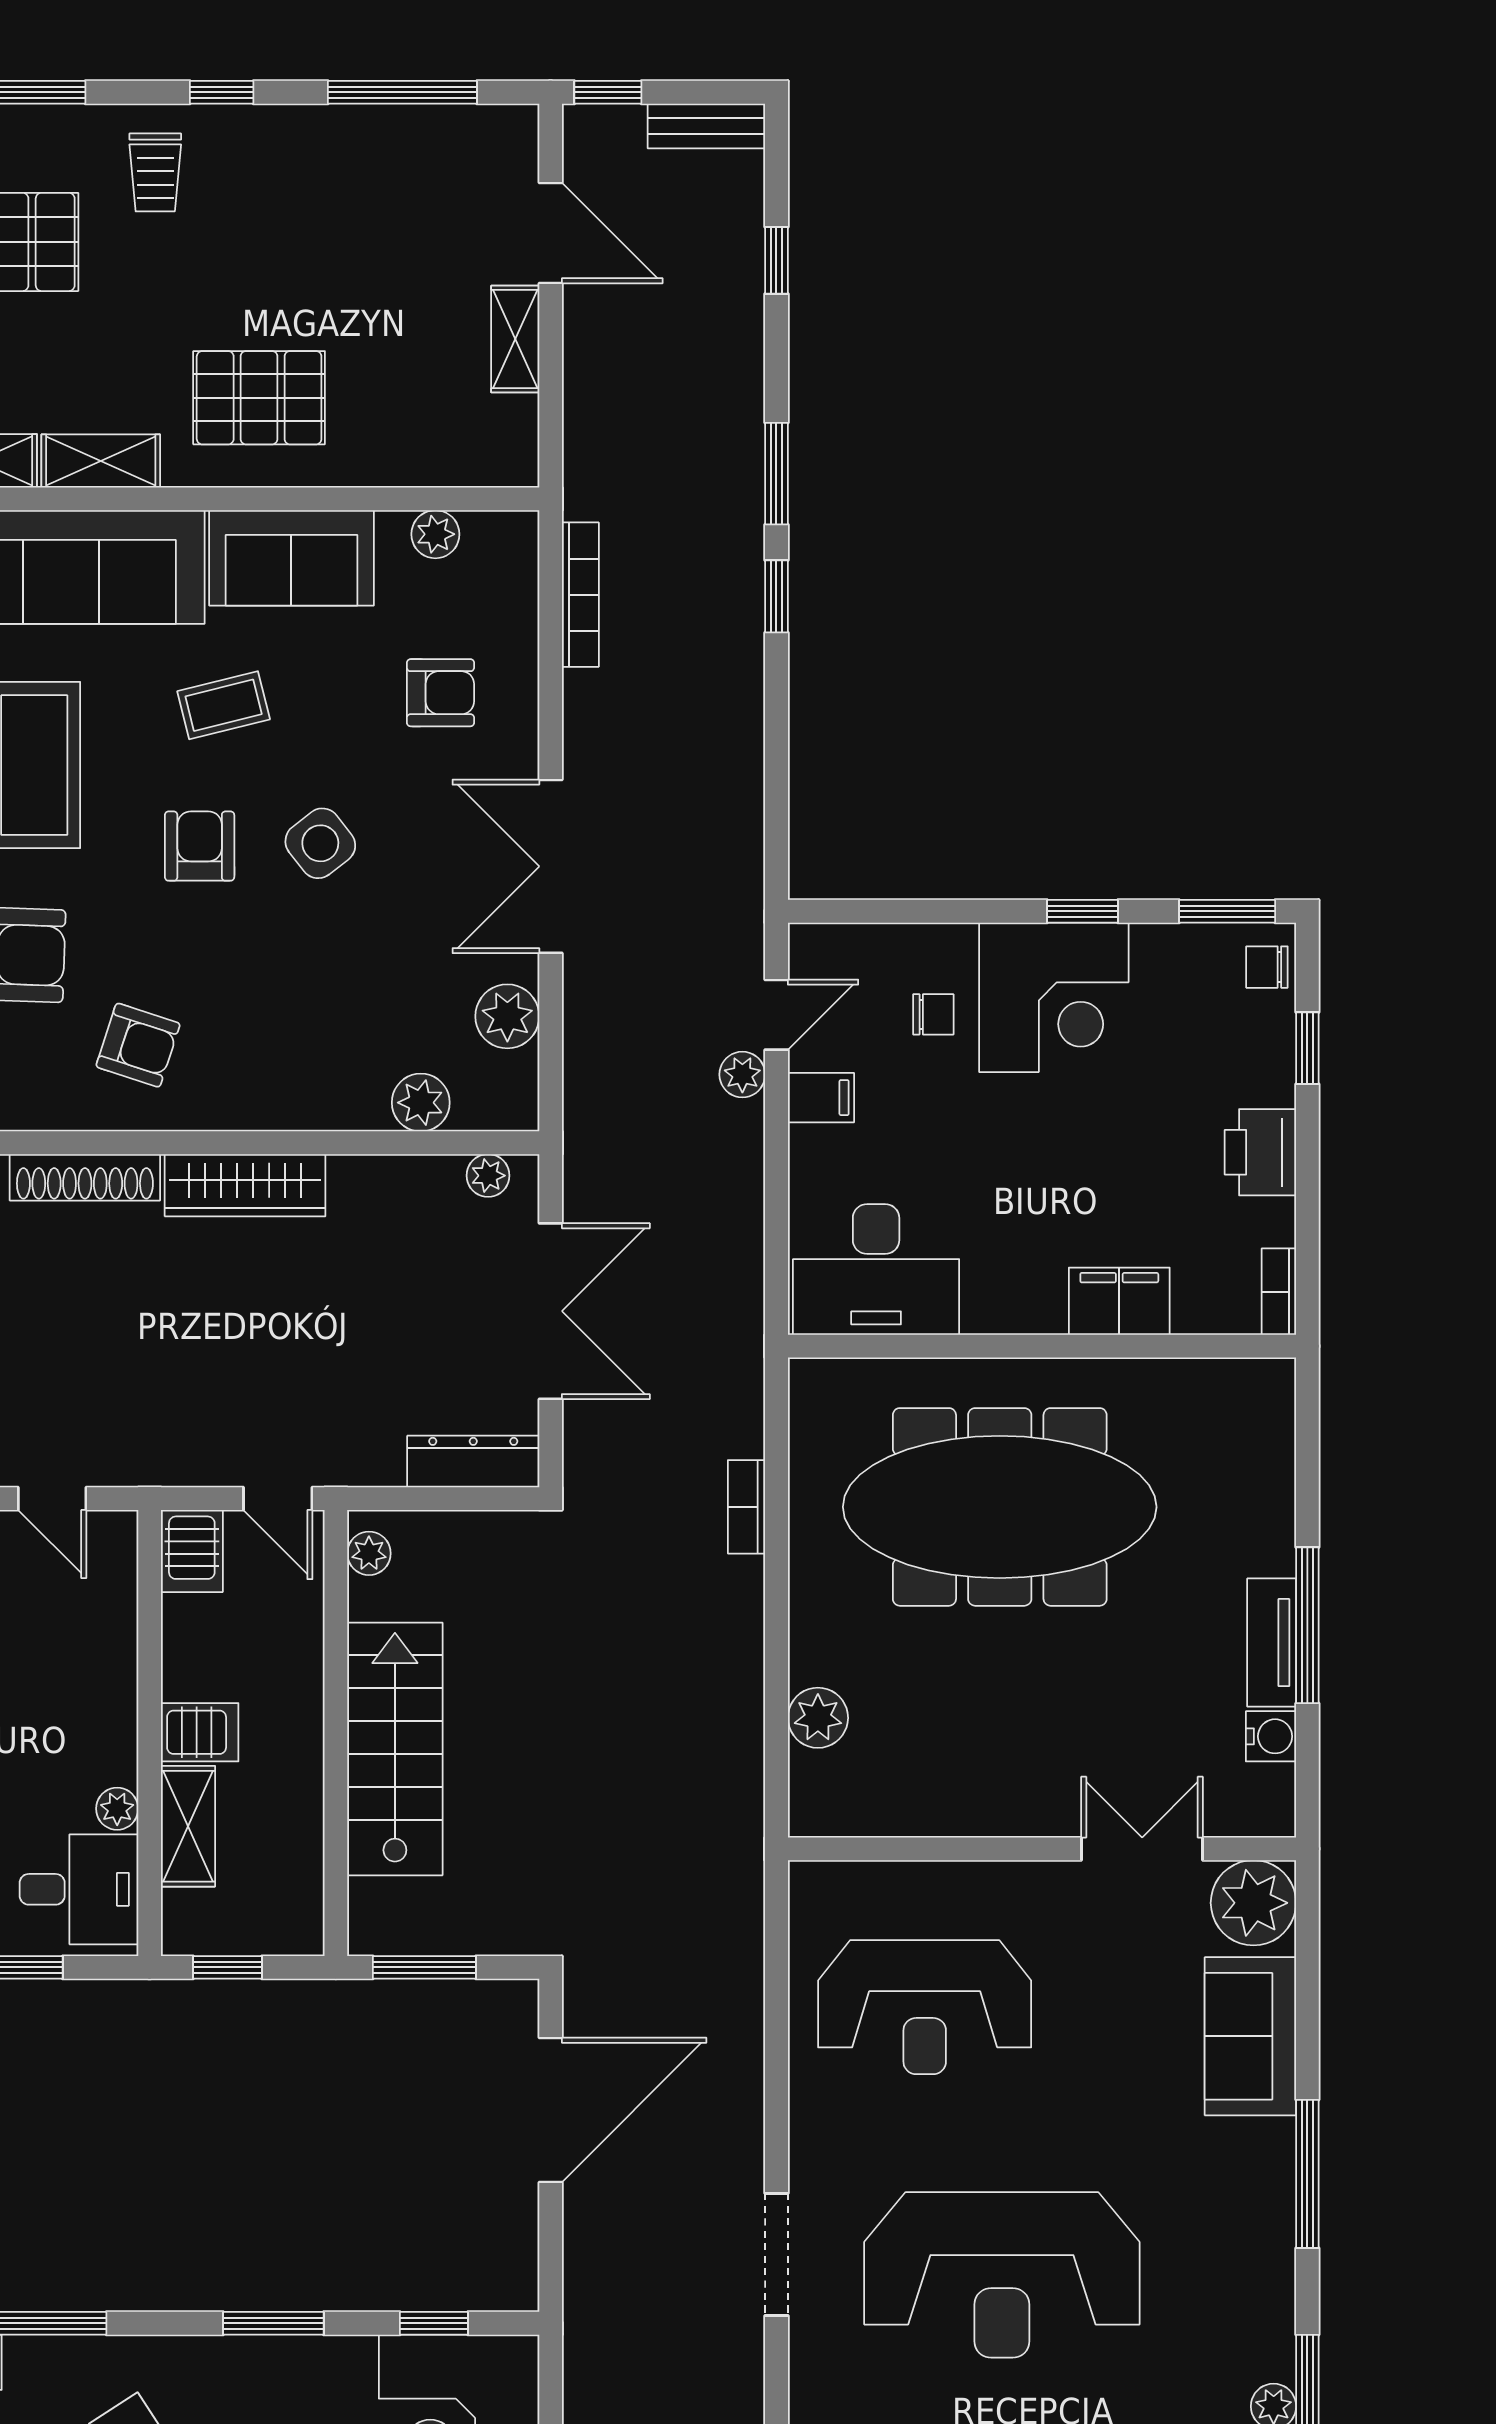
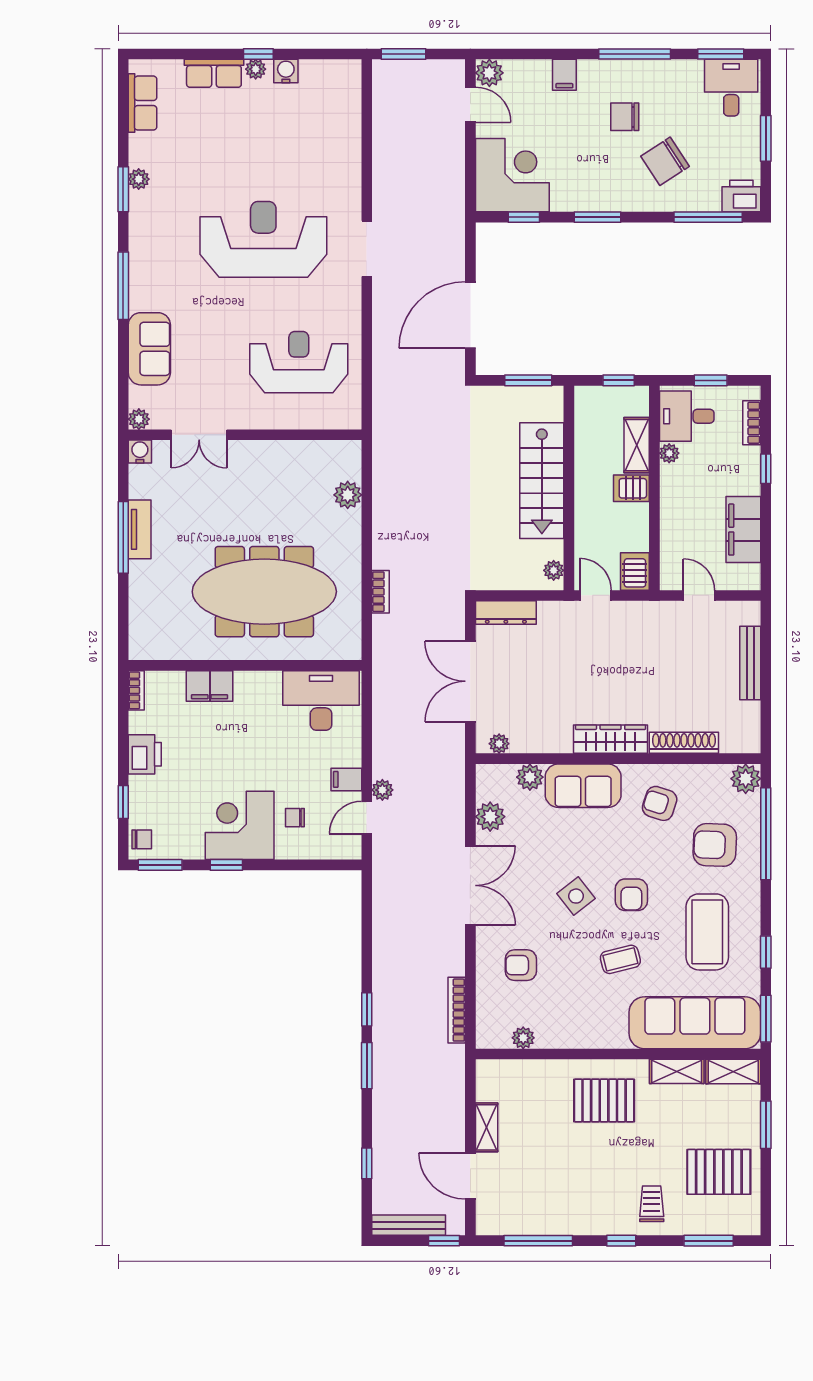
bench: (706, 126) -> (409, 1225), width x1.36
sofa: (291, 558) -> (583, 786), moved, turned 180
water cooler: (1271, 1736) -> (140, 452), moved, turned 90
plant: (1253, 1903) -> (139, 419), width x0.53, depth x0.53

